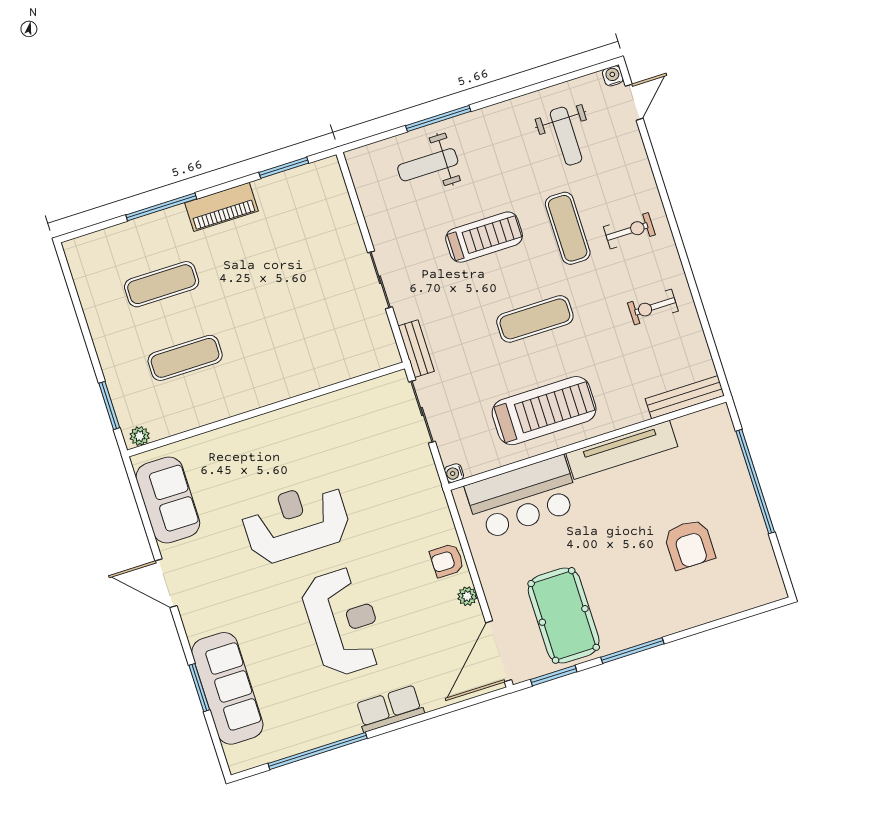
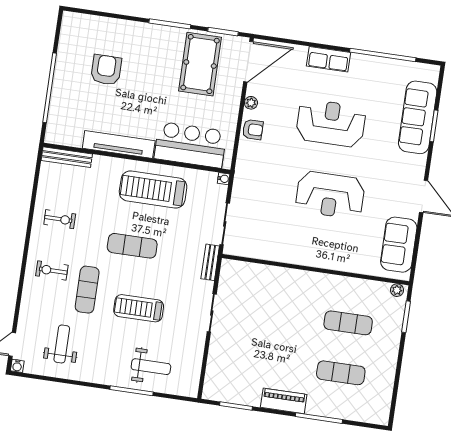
reception desk: (343, 622) -> (331, 123), turned 90

